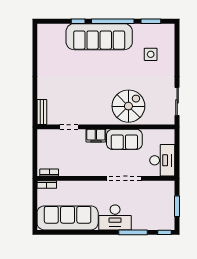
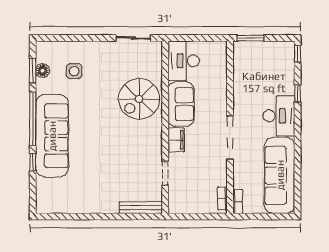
floor lamp: (151, 29) -> (43, 71), added
spiral stairs: (128, 106) -> (139, 99), turned -90
bench: (42, 112) -> (141, 208), width x1.36
desk: (162, 160) -> (184, 61), moved, turned -90
doorway: (124, 178) -> (230, 137), moved
window: (177, 206) -> (250, 38), moved
window: (133, 232) -> (298, 93), width x0.46

